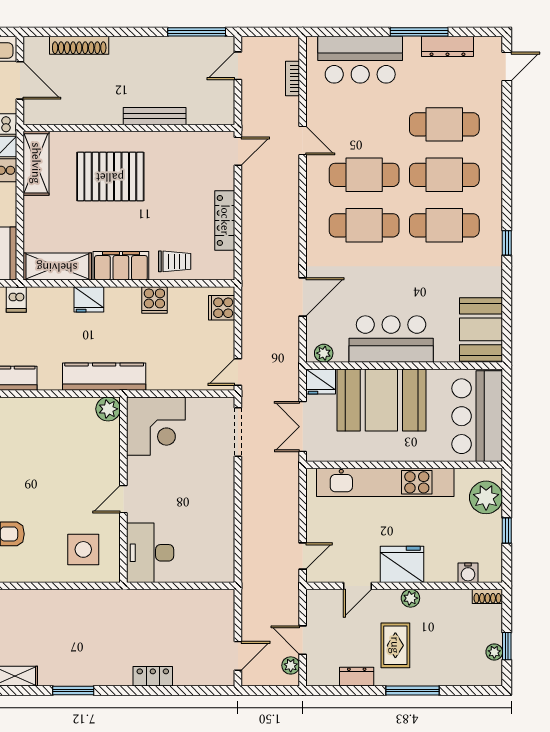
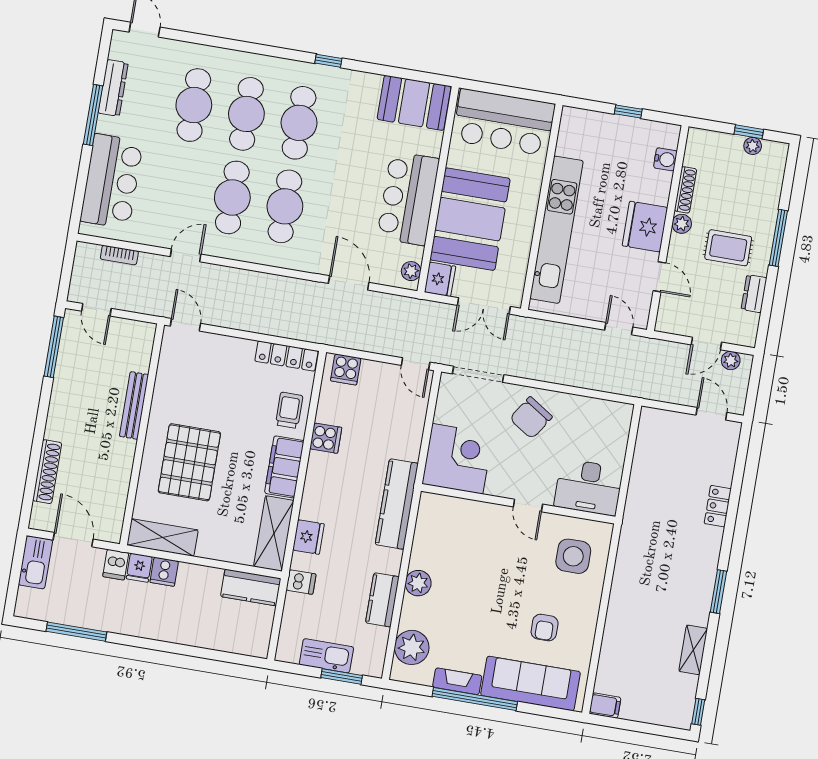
door: (20, 80) -> (73, 540), hinge flipped
locker: (225, 220) -> (286, 356), moved
fridge: (89, 299) -> (308, 537), moved
plant: (108, 409) -> (418, 583), moved
chair: (206, 488) -> (531, 418), added
plant: (486, 497) -> (590, 127), removed
shoe rack: (487, 596) -> (685, 190), moved, width x1.43

